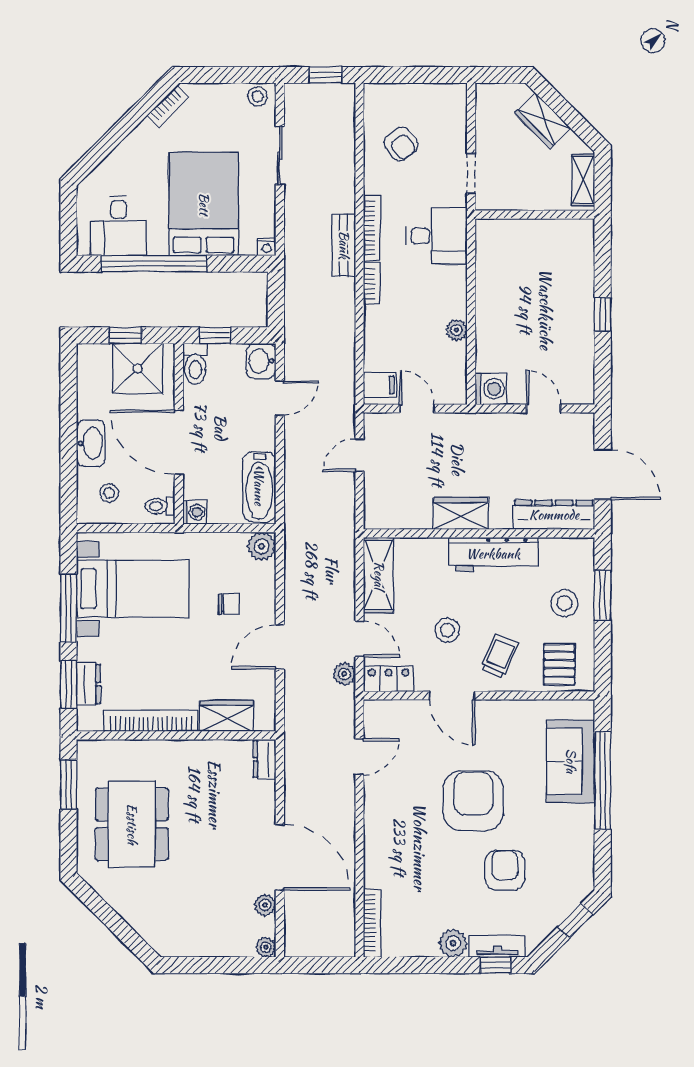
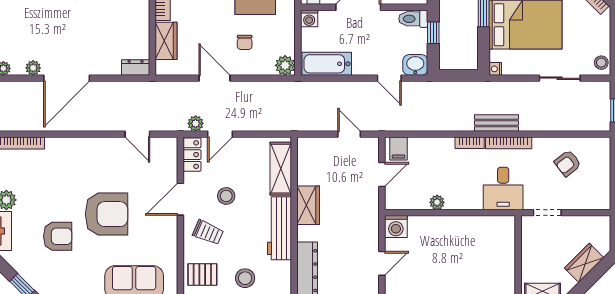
shelving: (379, 575) -> (281, 169), moved, turned 90

